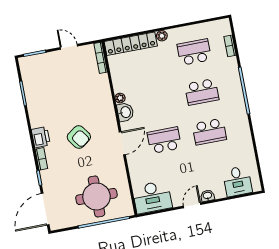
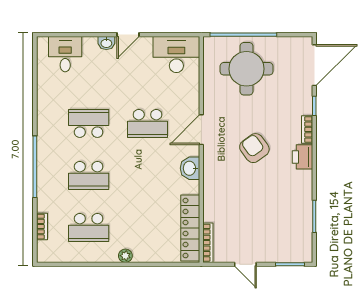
locker: (131, 44) -> (190, 228), moved, turned -90
school desk: (202, 92) -> (89, 175), turned 180
plant: (120, 98) -> (193, 187), removed

